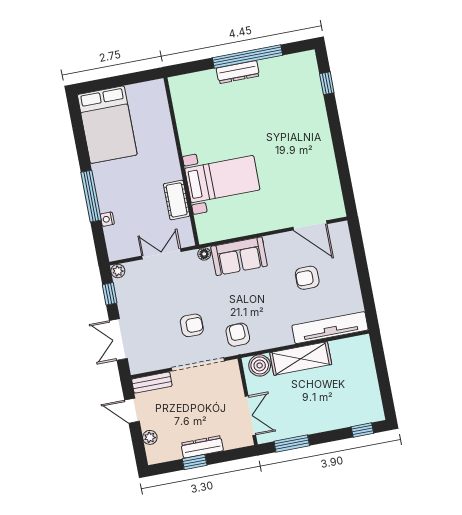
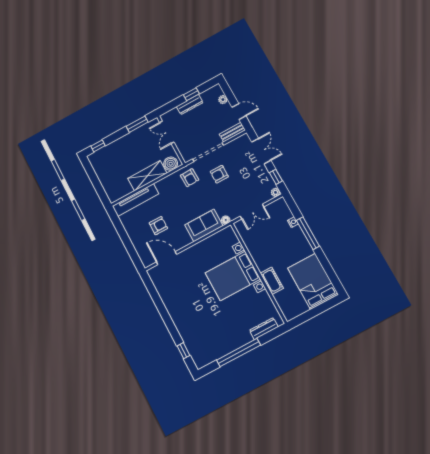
dresser: (238, 72) -> (264, 329), moved
bed with nightstands: (222, 179) -> (233, 276), width x1.36
cot: (177, 200) -> (272, 281), moved

